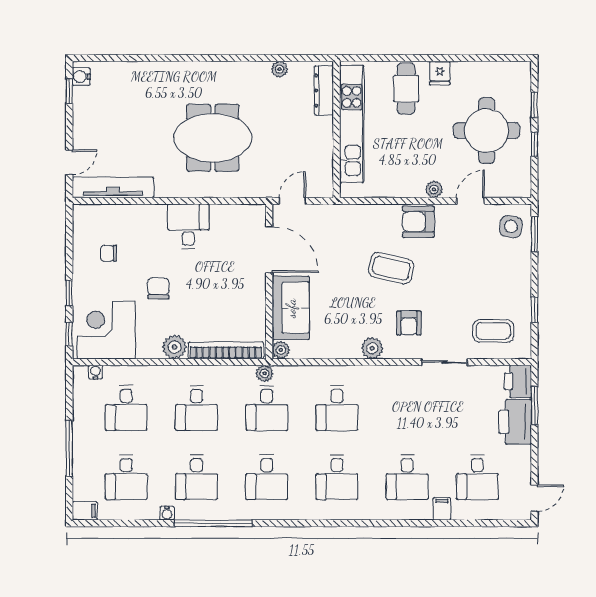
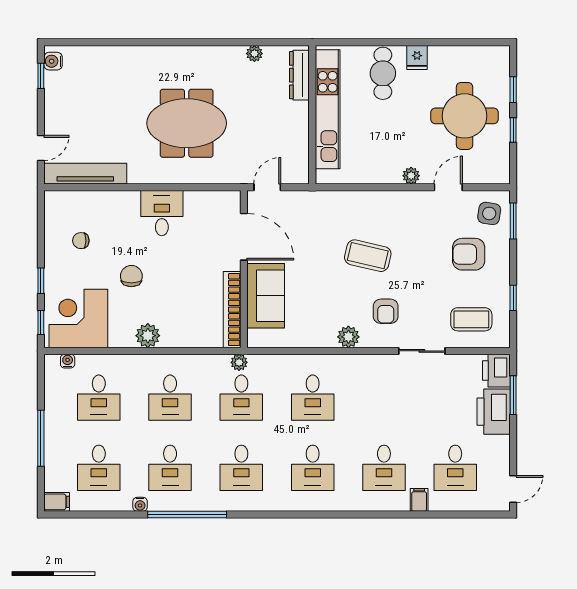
armchair: (418, 222) -> (469, 254), moved
bookcase: (226, 350) -> (232, 310), moved, turned -90
plant: (281, 350) -> (256, 339), removed

